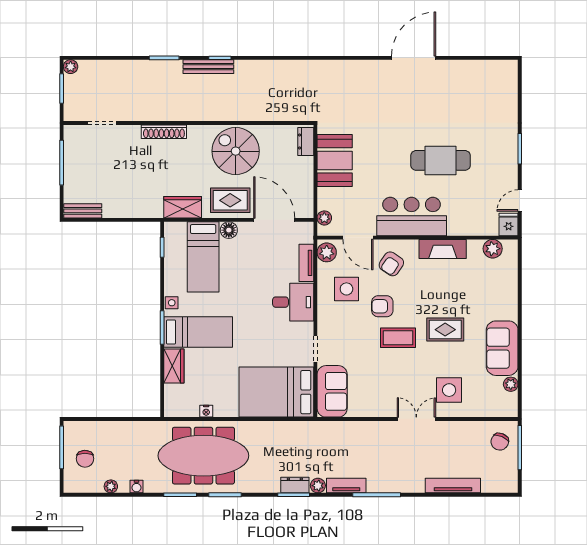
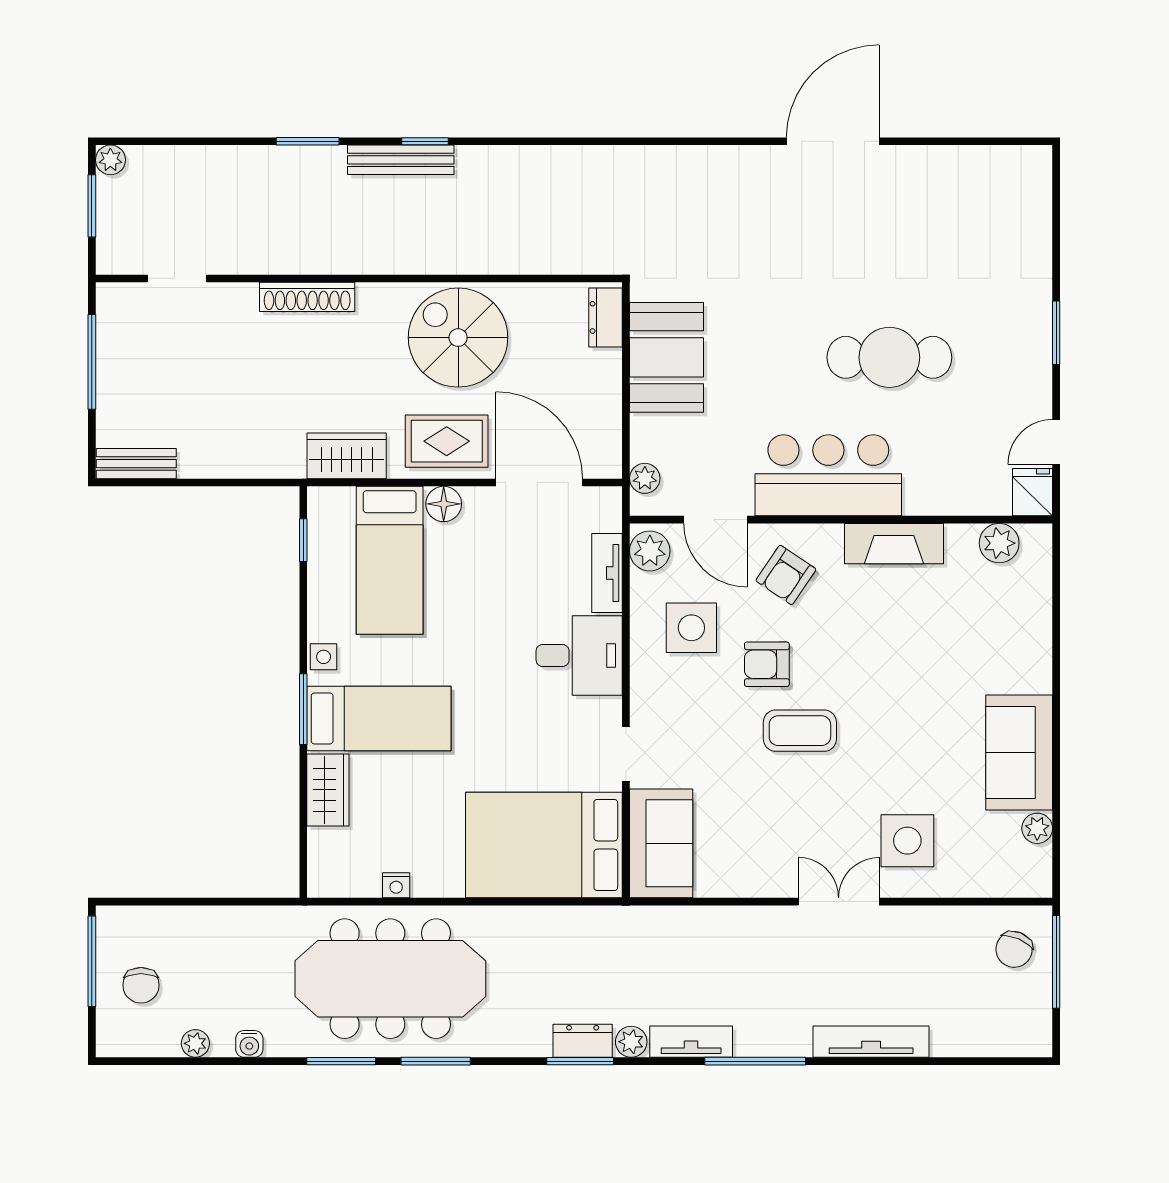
rug: (445, 330) -> (899, 713), removed
tv unit: (453, 486) -> (871, 1042), moved

